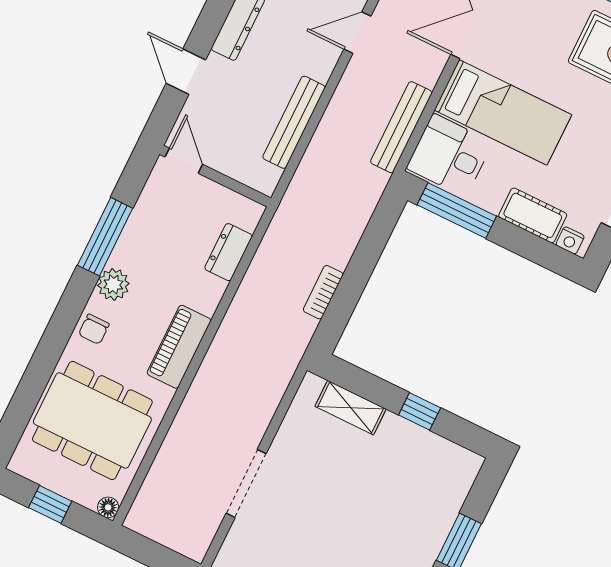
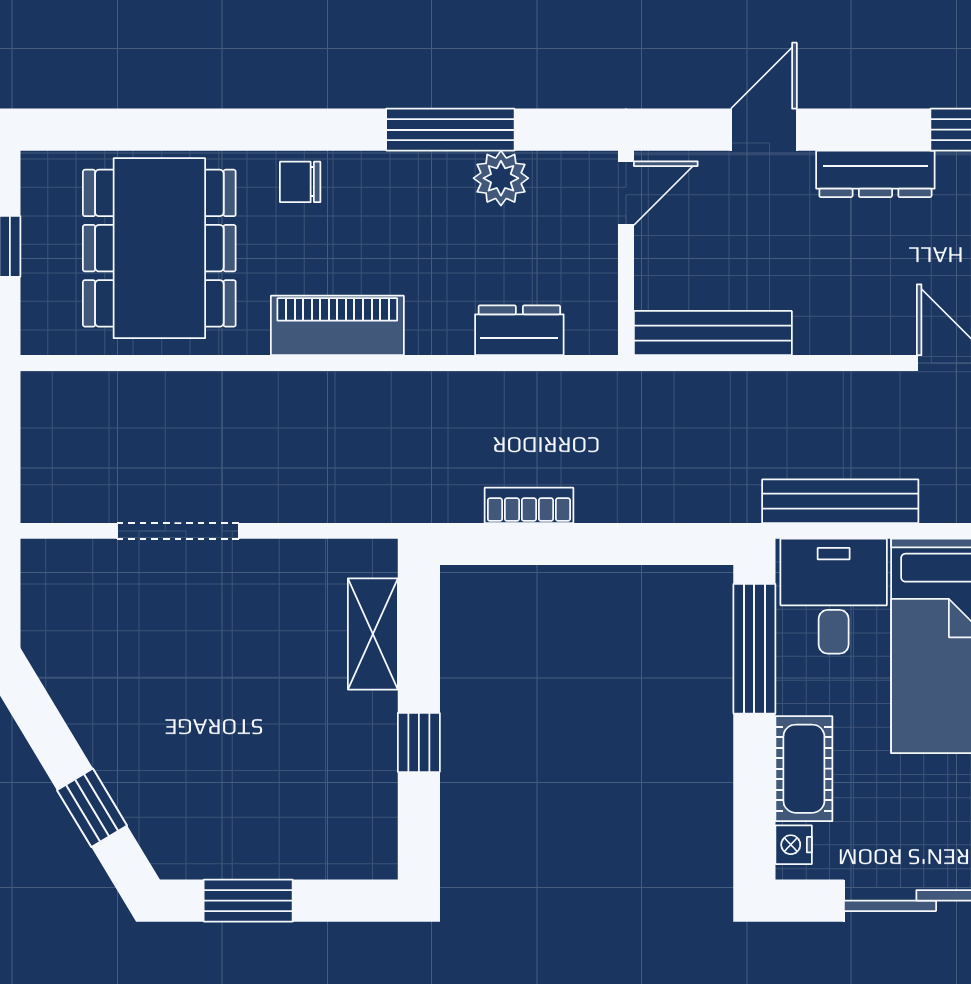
bench: (294, 122) -> (713, 333), moved
plant: (113, 284) -> (501, 178), moved
floor lamp: (108, 507) -> (38, 337), removed

